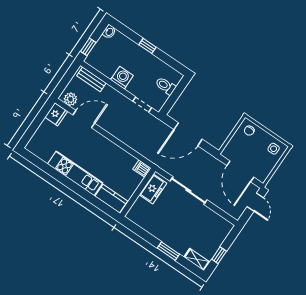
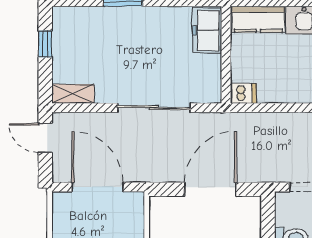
freezer: (153, 189) -> (207, 30), moved
door: (255, 202) -> (45, 138), moved
shelving: (197, 259) -> (73, 94), moved

